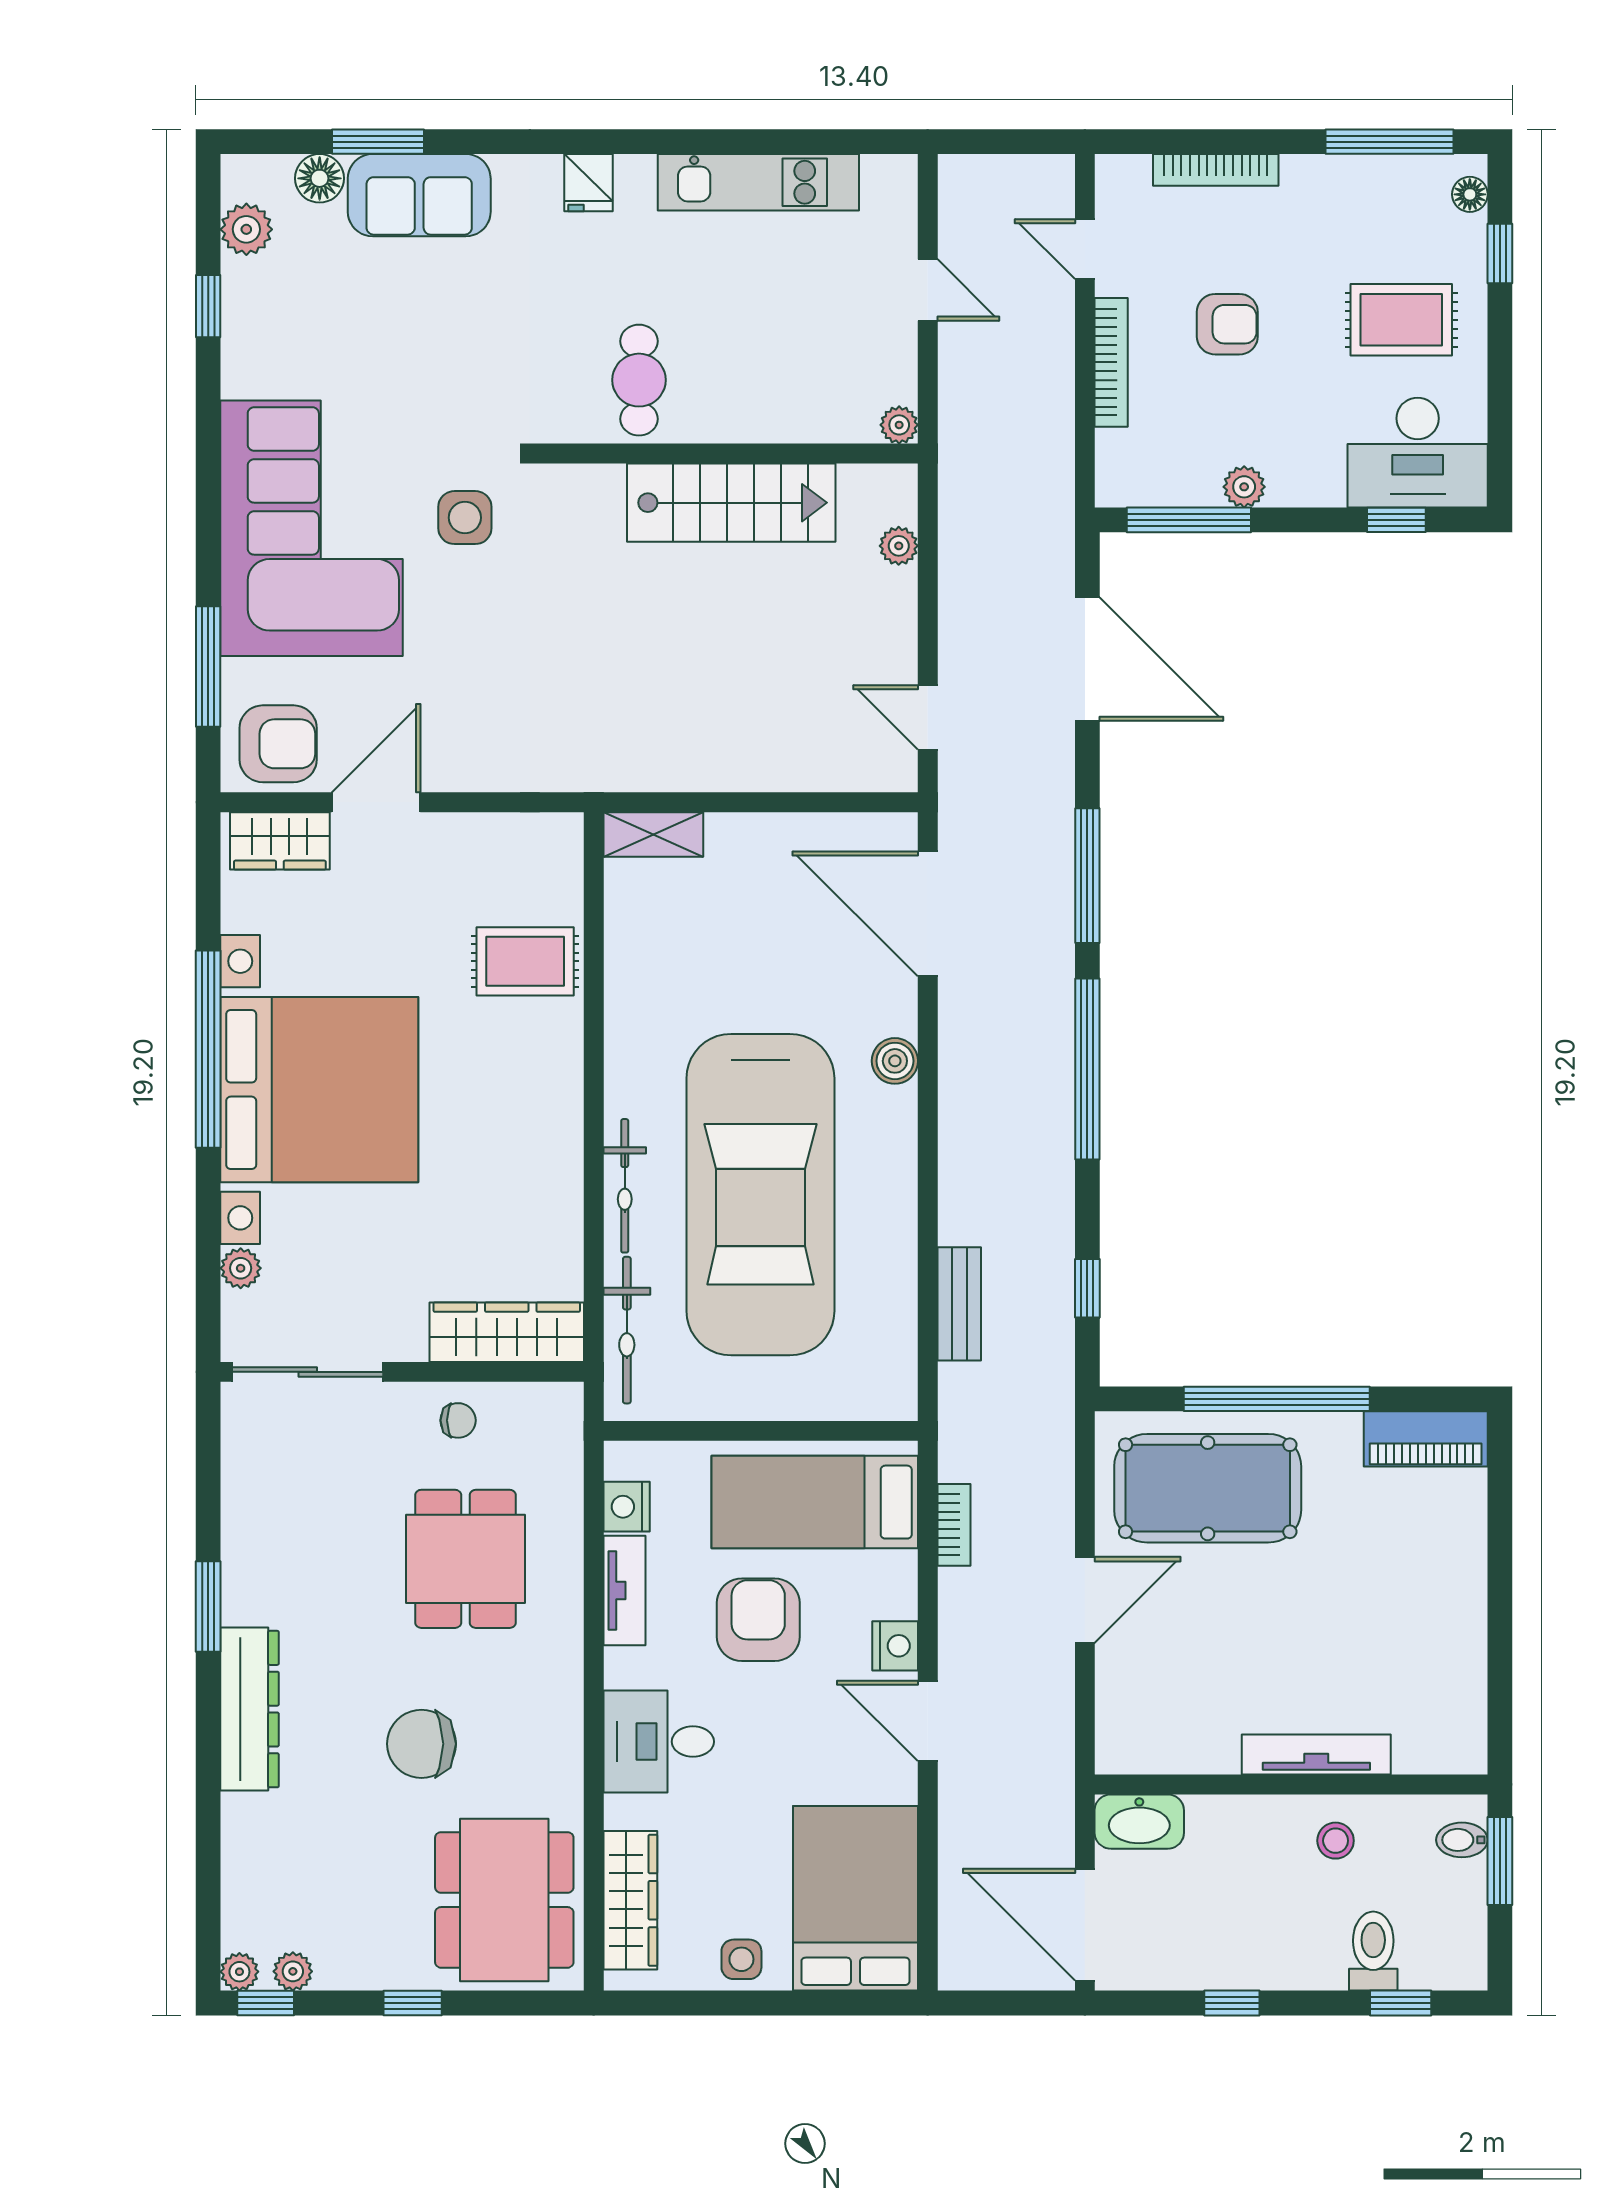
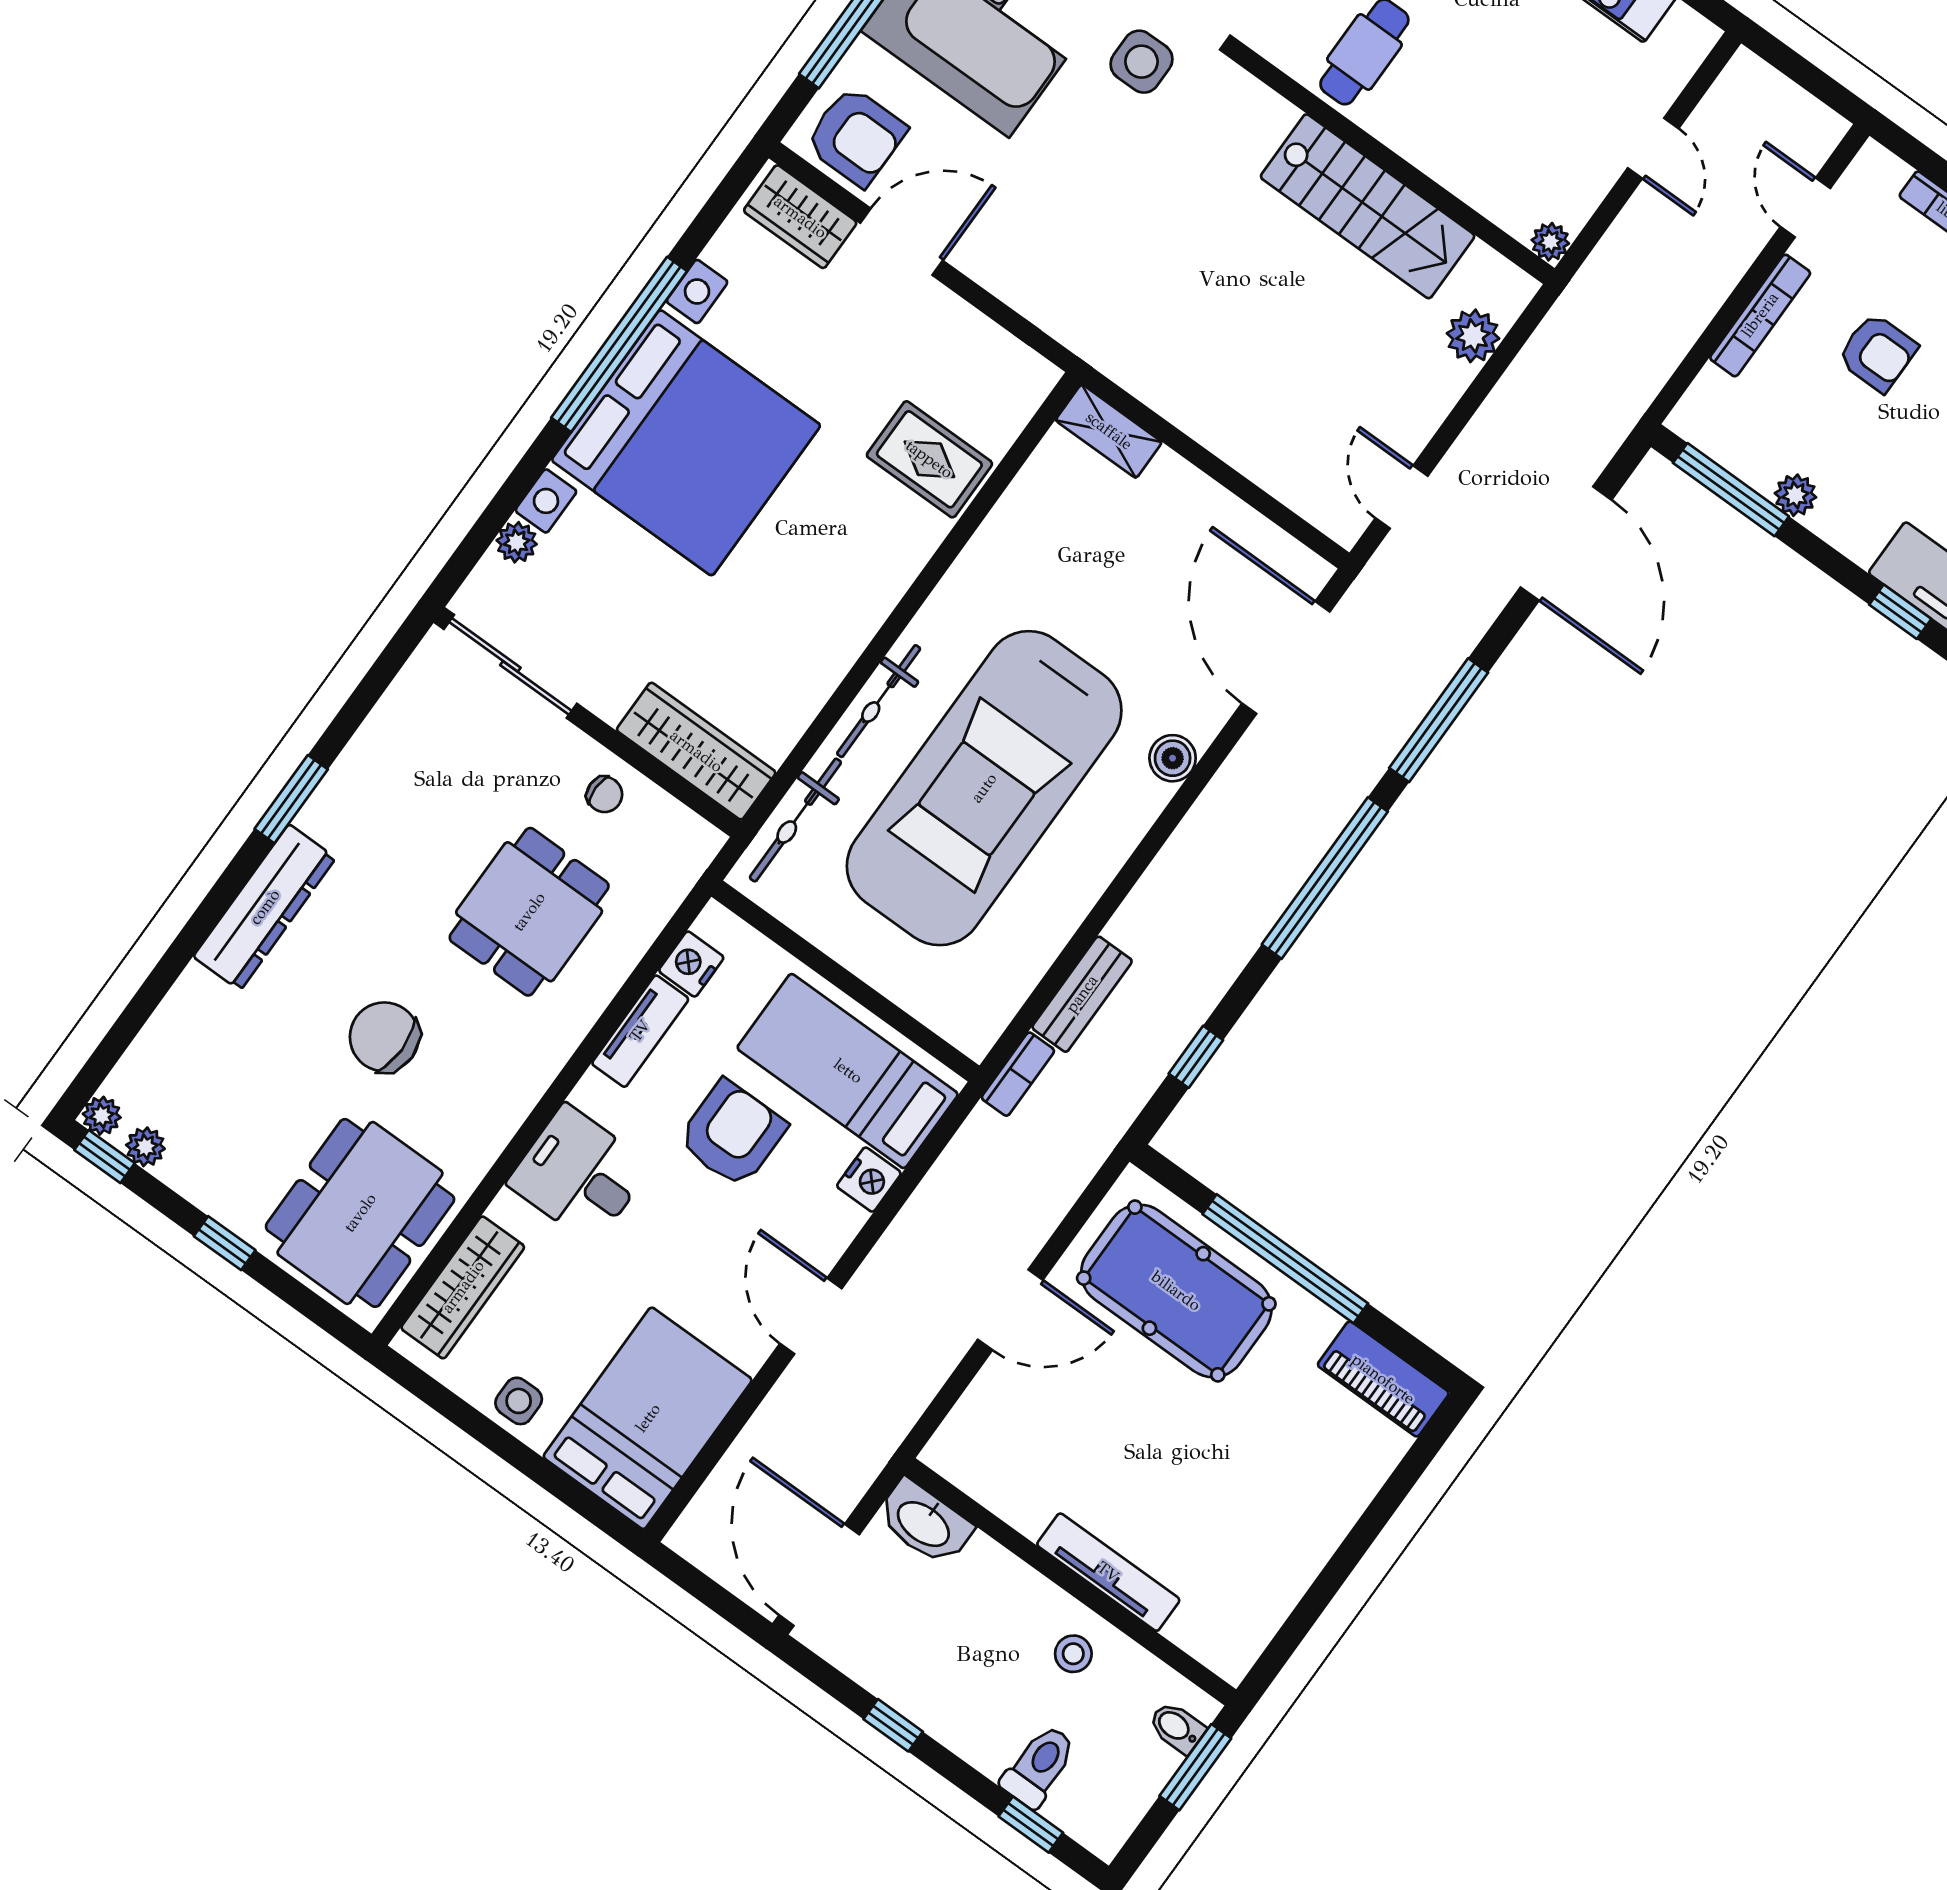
plant: (899, 546) -> (1473, 336), width x1.38, depth x1.38
bookcase: (954, 1525) -> (1018, 1074), moved
nightstand: (895, 1646) -> (869, 1180), moved

